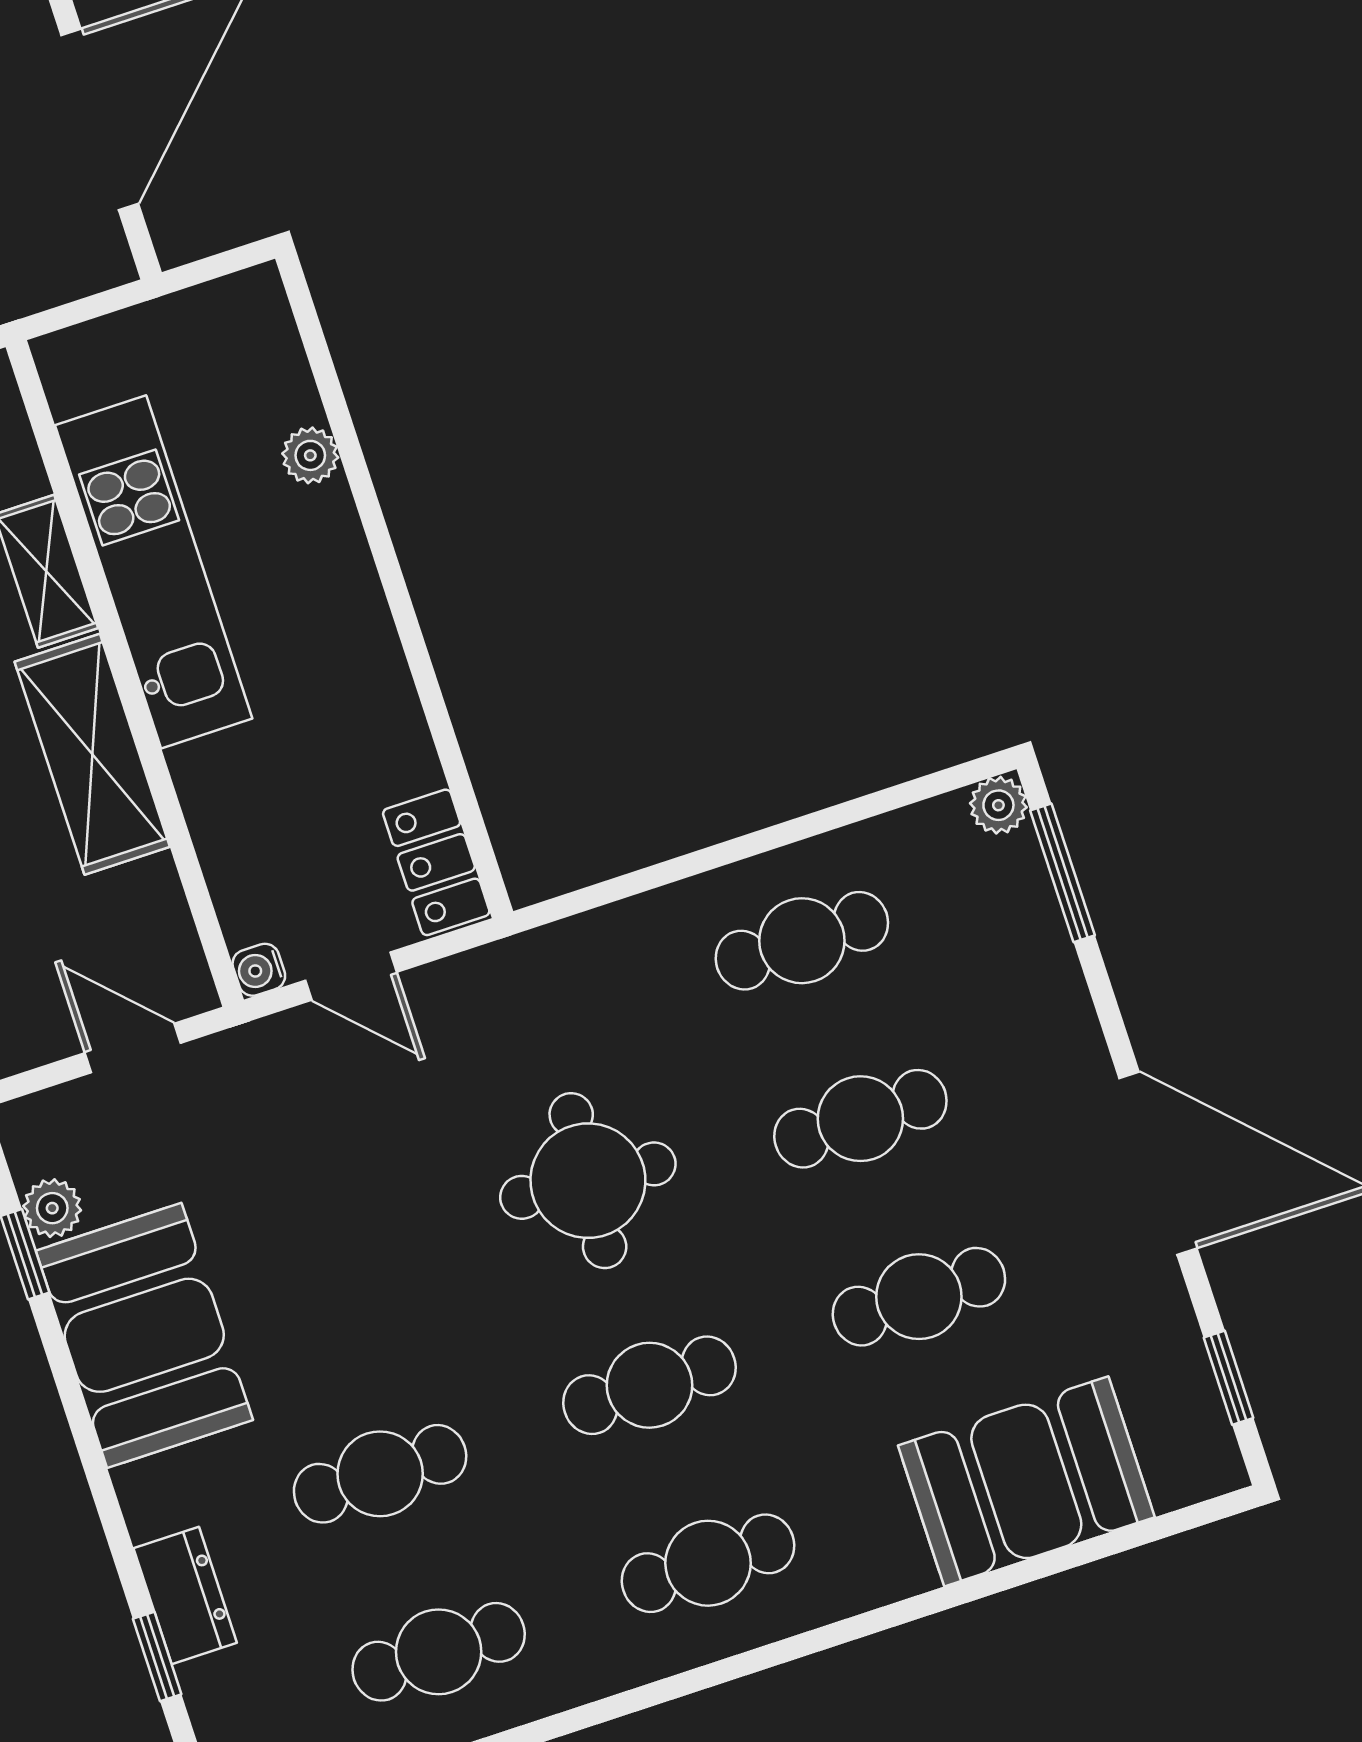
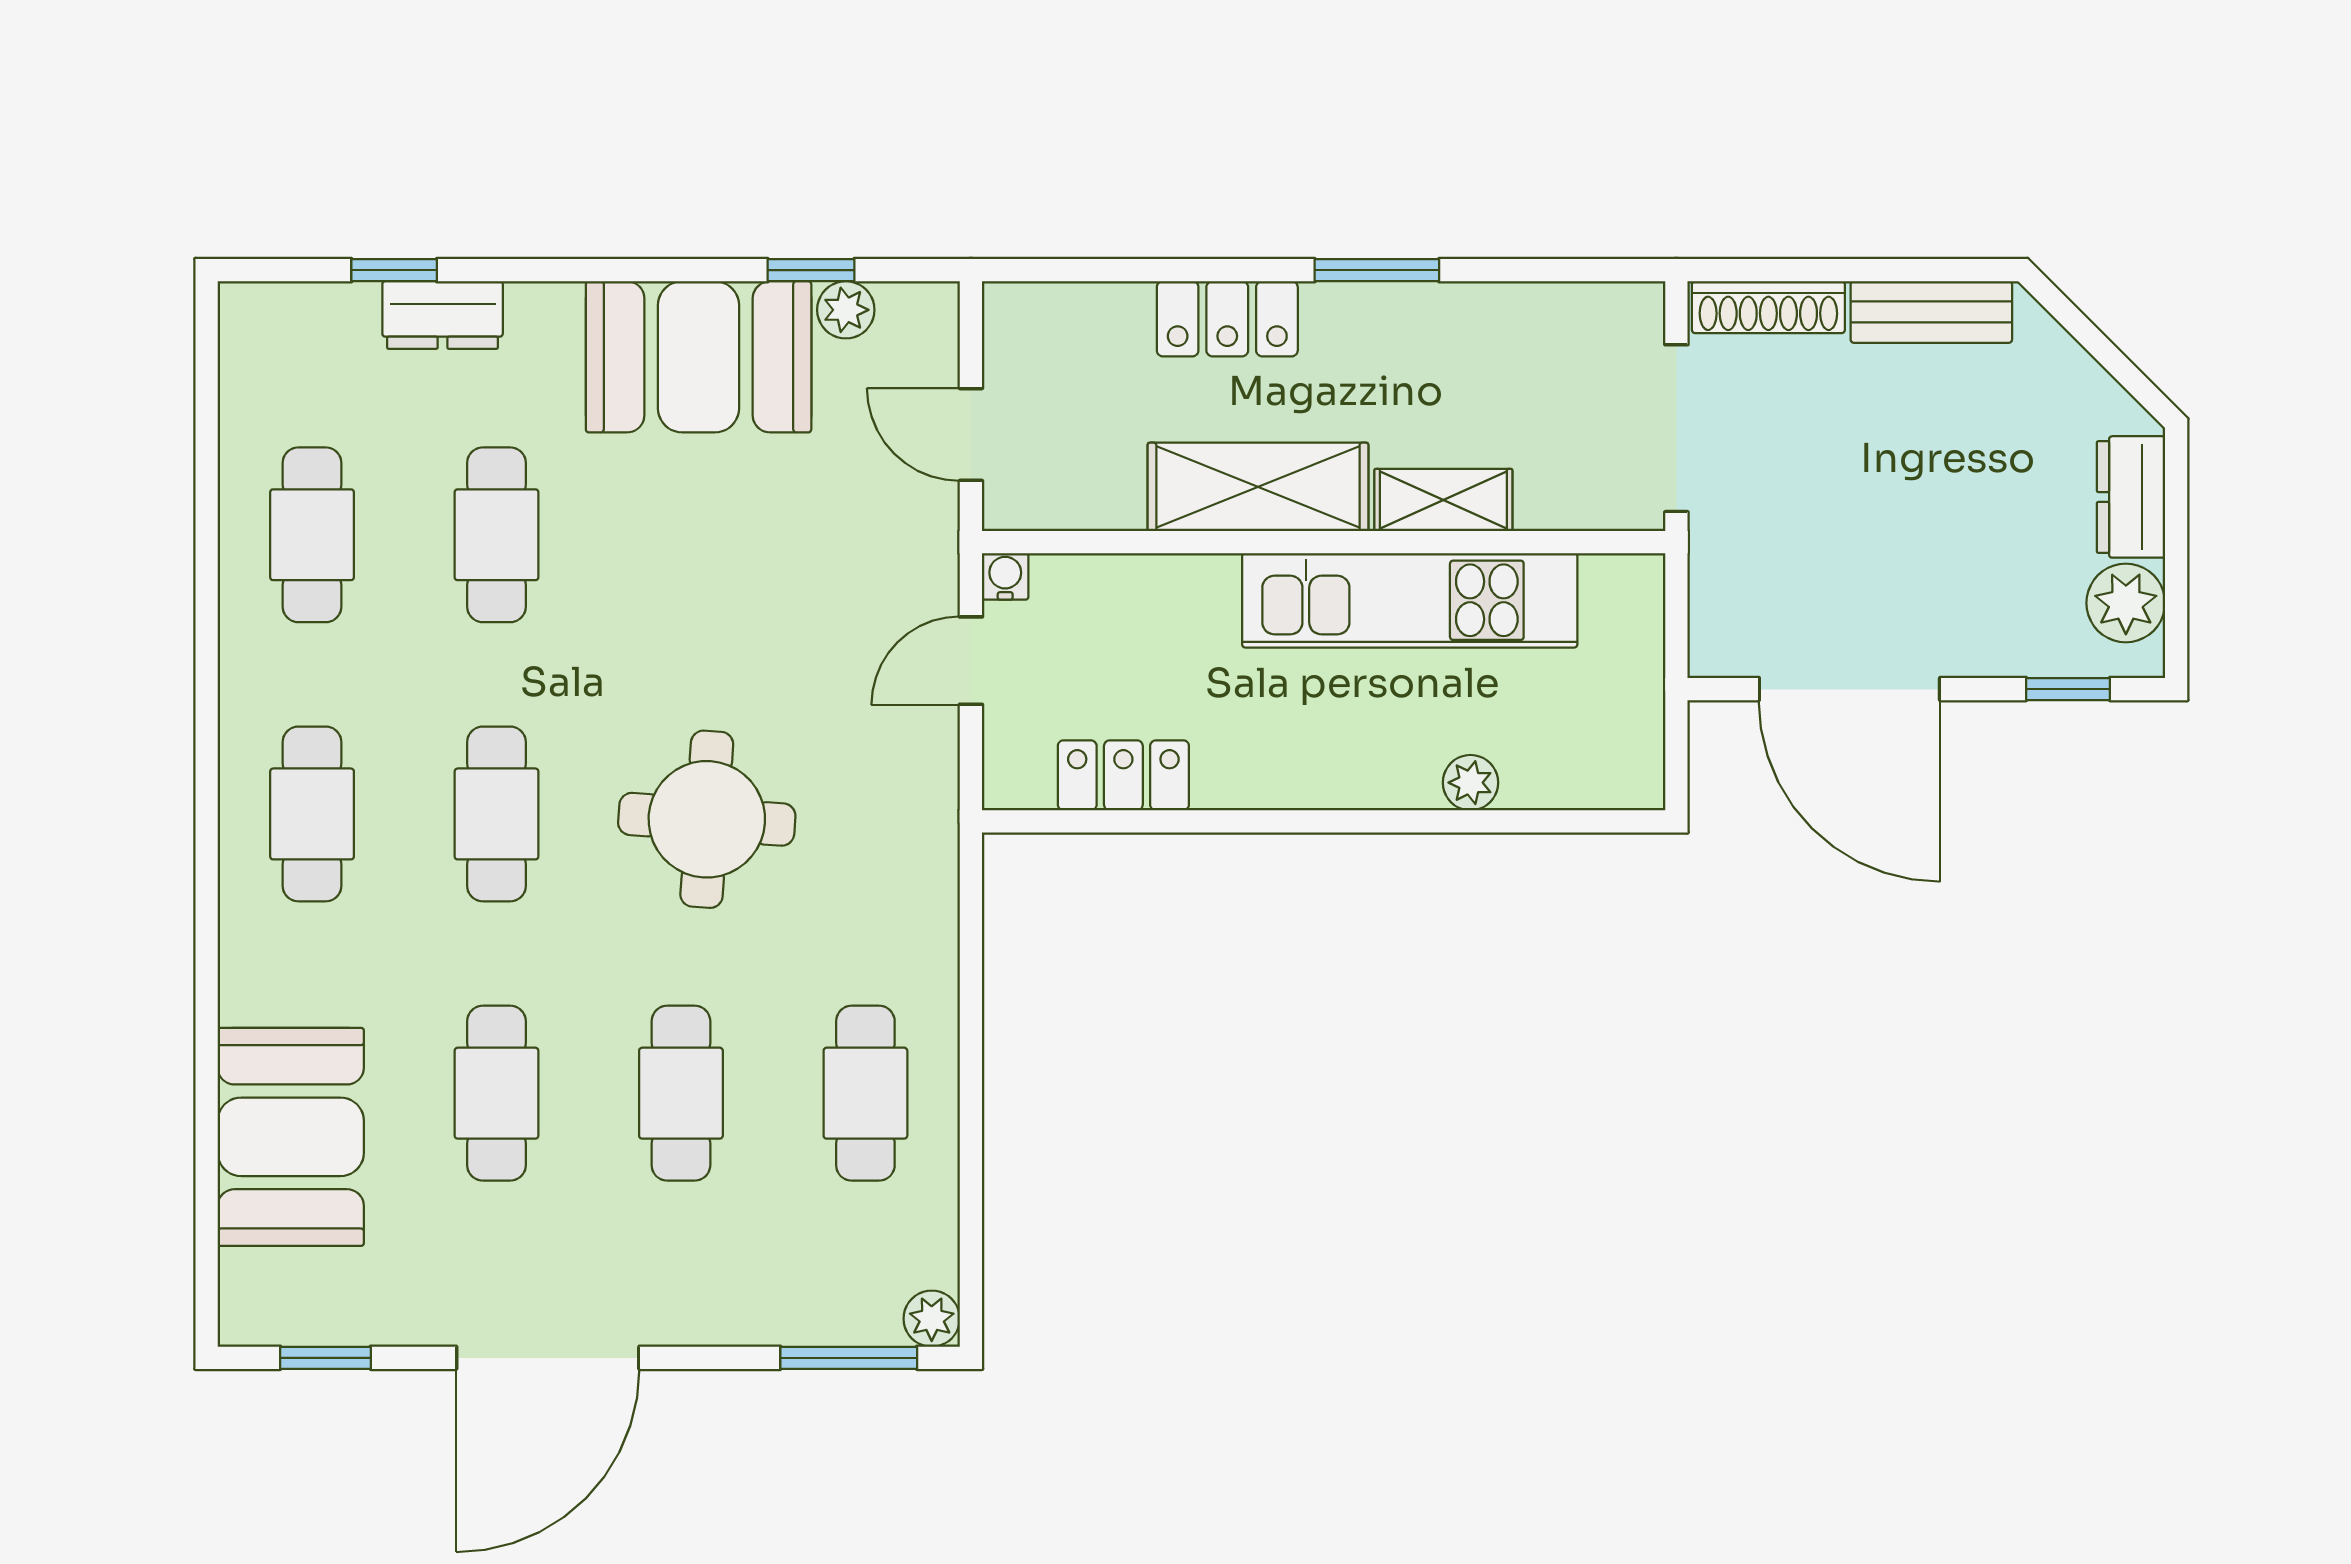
locker: (436, 862) -> (1123, 775), moved
door: (133, 1048) -> (971, 434), swing flipped

